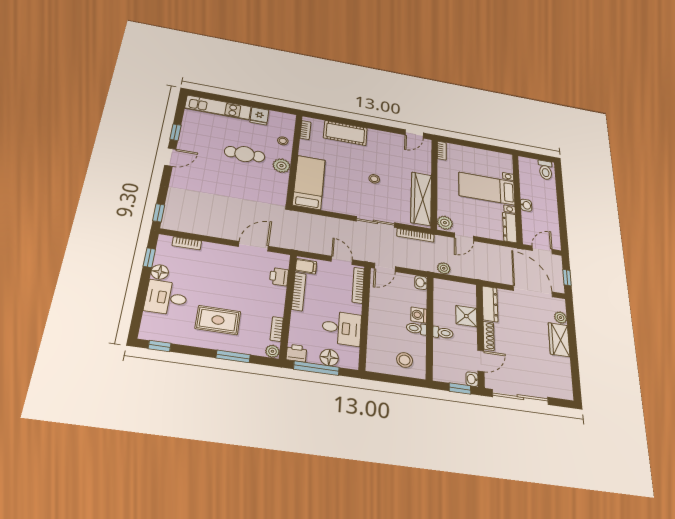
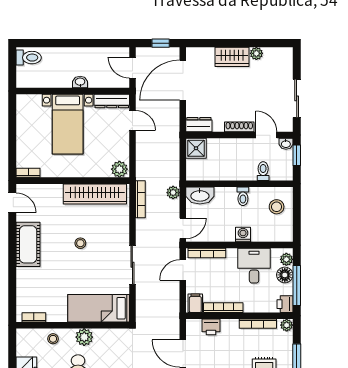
cot: (345, 133) -> (28, 244), moved
sliding door: (375, 222) -> (132, 265), moved
door: (464, 237) -> (132, 120), moved
door: (385, 267) -> (183, 228), hinge flipped
plant: (444, 268) -> (173, 193), moved
washbasin: (421, 283) -> (200, 195), width x1.91, depth x1.45
dresser: (490, 304) -> (199, 125), width x0.70
washing machine: (419, 315) -> (243, 234), moved, turned 180
shower: (466, 316) -> (196, 148), moved
plant: (561, 318) -> (256, 53), moved
bookcase: (277, 329) -> (258, 324), width x1.56
toilet: (443, 333) -> (263, 171), moved
plant: (346, 362) -> (286, 259), added
sliding door: (520, 397) -> (297, 98), width x0.73

